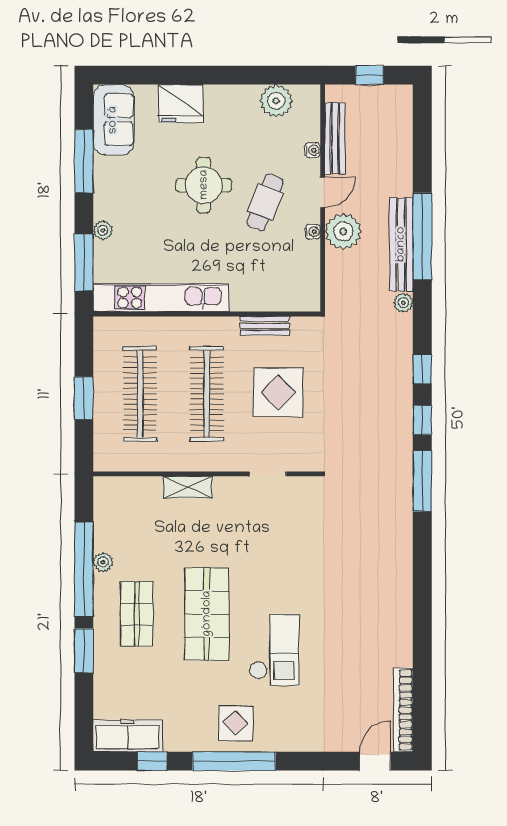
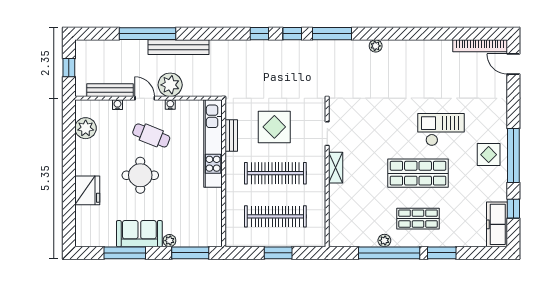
sofa: (113, 120) -> (139, 234), moved
window: (422, 236) -> (148, 34), moved
kitchen unit: (161, 298) -> (213, 144), moved
plant: (403, 303) -> (376, 46), moved
shelving: (188, 487) -> (336, 168), moved

